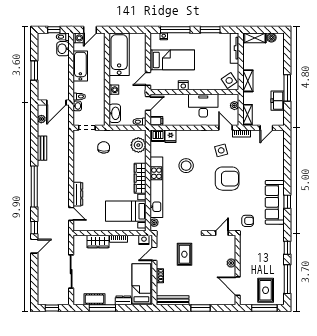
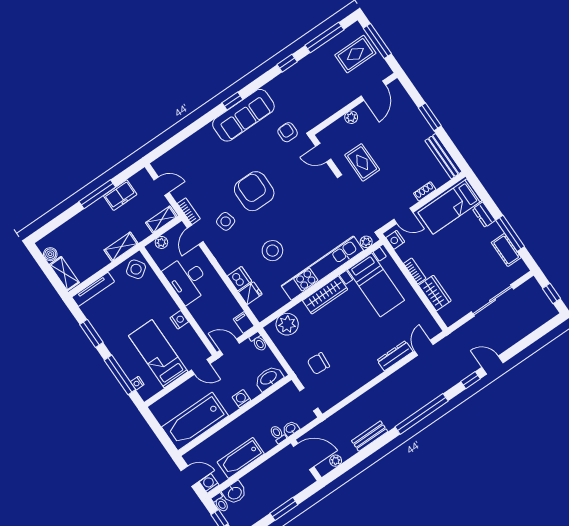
dishwasher: (158, 136) -> (239, 279), moved
rug: (184, 254) -> (362, 162), moved, turned 90

